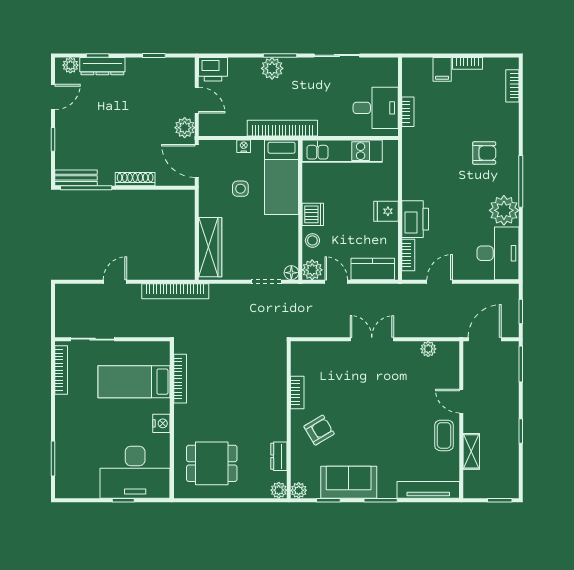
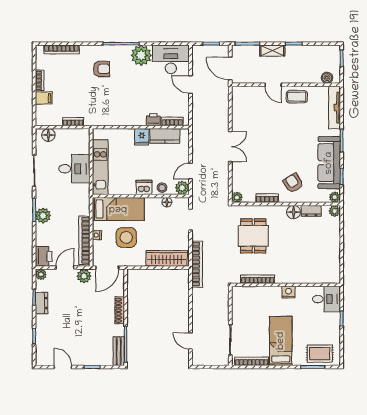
plant: (70, 65) -> (41, 274), moved
dresser: (102, 66) -> (42, 303), moved, width x0.70
floor lamp: (389, 76) -> (48, 135), added
bookcase: (512, 86) -> (61, 49), width x1.56
desk: (376, 108) -> (74, 169), moved, turned 90
bookcase: (282, 128) -> (84, 240), moved
armchair: (484, 153) -> (102, 69), turned 90
side table: (240, 189) -> (126, 237), width x1.87, depth x1.87
printer: (415, 219) -> (153, 120), width x0.53, depth x0.68
kitchen counter: (373, 269) -> (165, 136), moved, turned -90
floor lamp: (291, 273) -> (167, 202), moved
door: (115, 282) -> (191, 341), moved
door: (440, 282) -> (191, 85), moved
bookcase: (175, 291) -> (197, 264), moved
double door: (372, 339) -> (230, 147), swing flipped
plant: (428, 349) -> (237, 197), moved
bed: (134, 382) -> (281, 341), moved, turned 180
door: (461, 401) -> (273, 85), hinge flipped
floor lamp: (277, 431) -> (293, 212), added
shelving: (471, 451) -> (272, 51), moved
dining table: (212, 463) -> (253, 236), moved
rug: (72, 469) -> (320, 354), added
desk: (135, 472) -> (326, 299), width x0.53, depth x0.77
boiler: (471, 479) -> (327, 78), added
sofa: (349, 482) -> (329, 163), width x1.36

